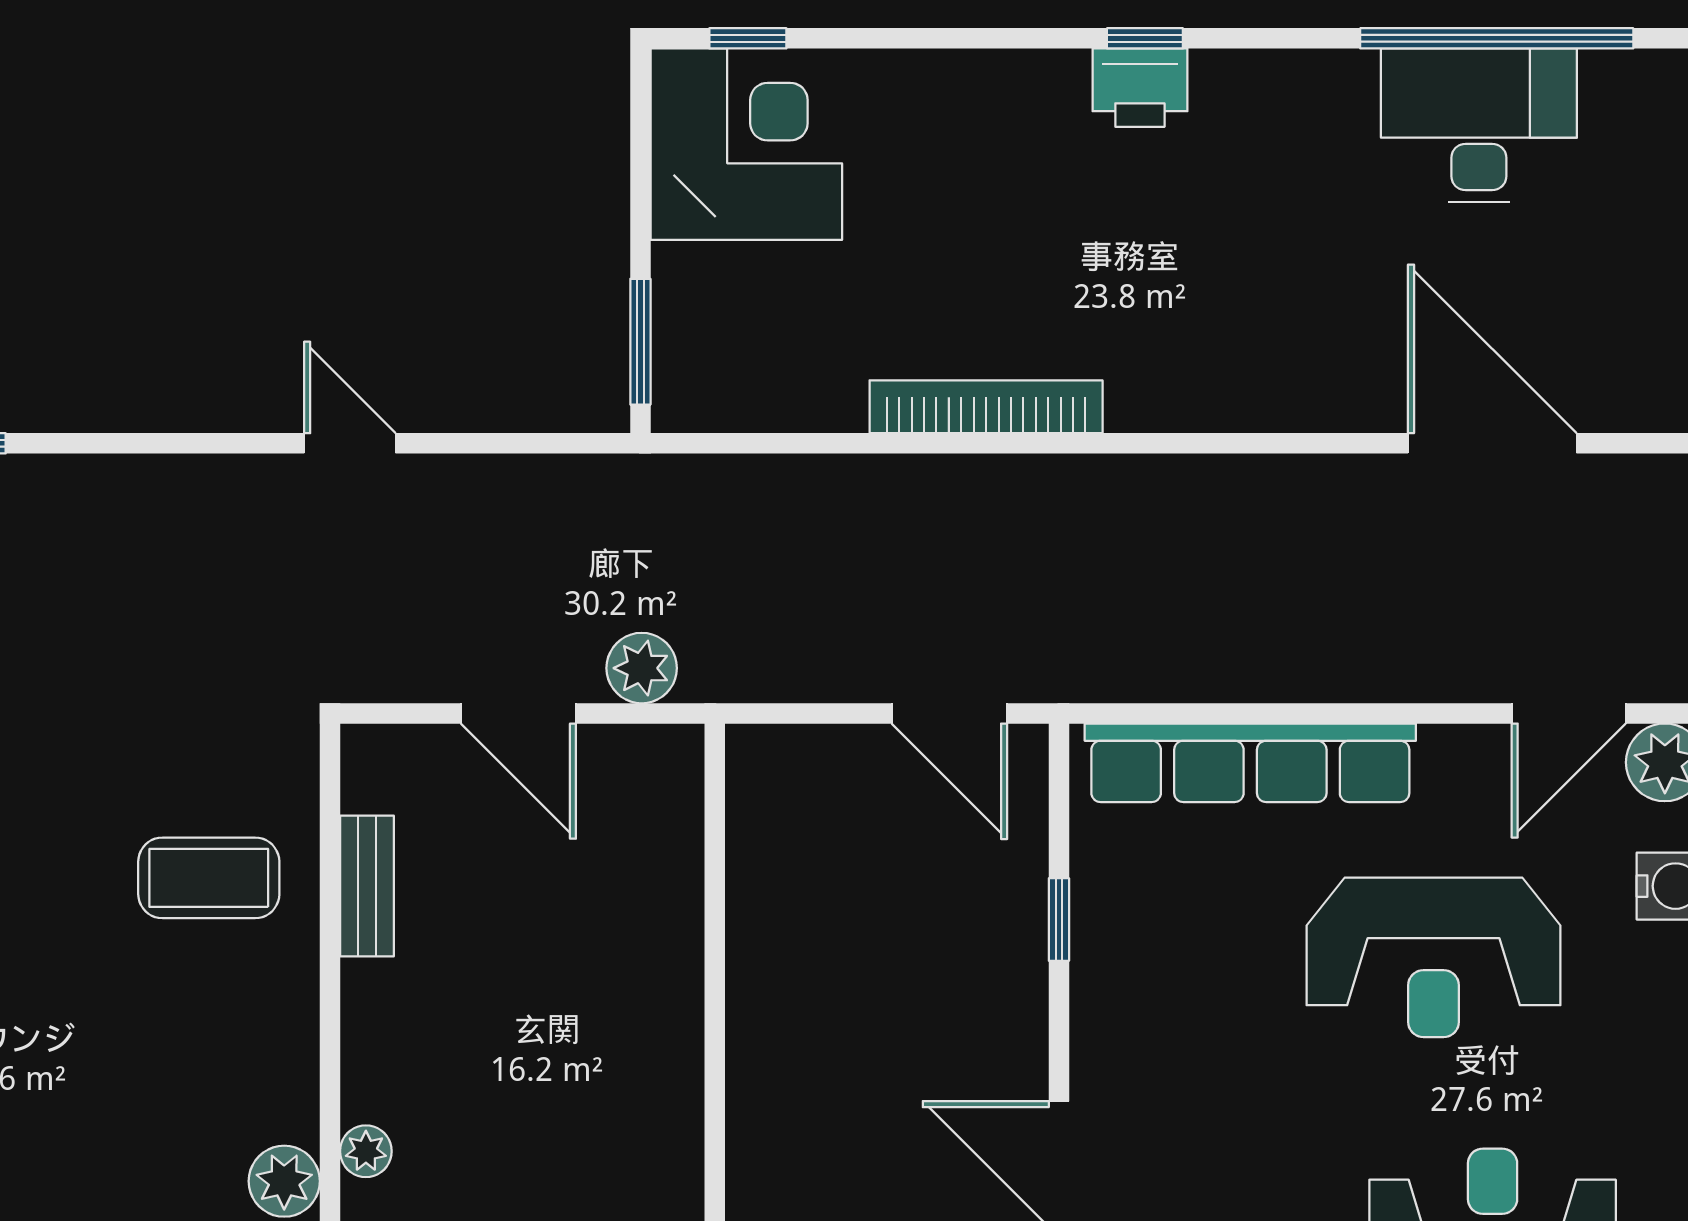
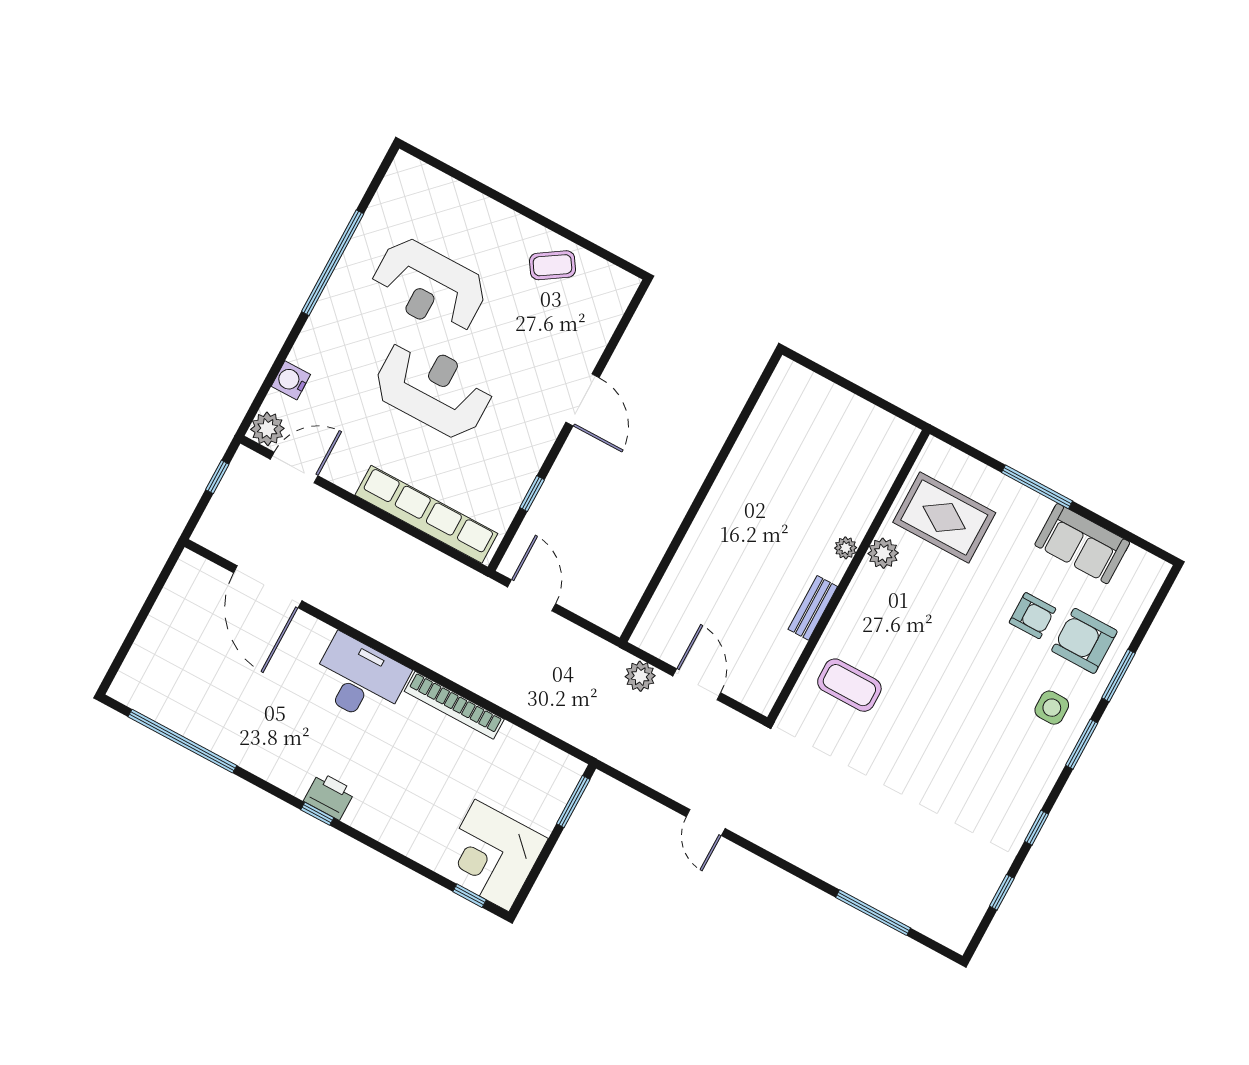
desk: (1479, 125) -> (359, 679), moved, turned 180
bench: (367, 886) -> (813, 608), moved
reception desk: (1433, 957) -> (433, 389), moved

